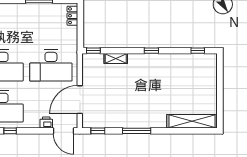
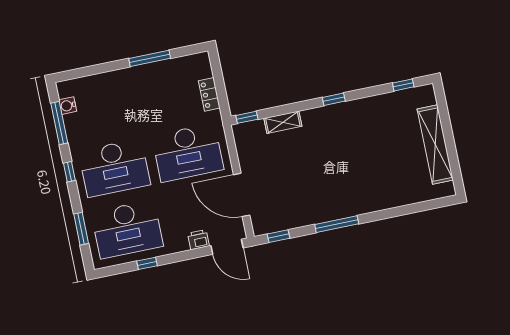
locker: (72, 16) -> (209, 94), moved
door: (80, 100) -> (242, 195), hinge flipped
shelving: (192, 121) -> (435, 145), moved, turned 90

